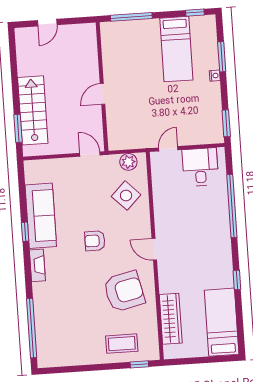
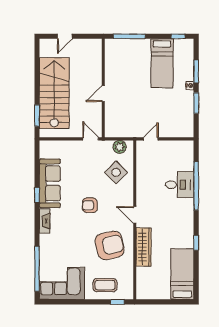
stairs: (33, 110) -> (54, 93), width x1.36, depth x1.51
window: (226, 123) -> (196, 103), moved
desk: (200, 167) -> (180, 185), moved, turned 90
wardrobe: (171, 319) -> (144, 247), moved
corner sofa: (65, 345) -> (62, 283), added

